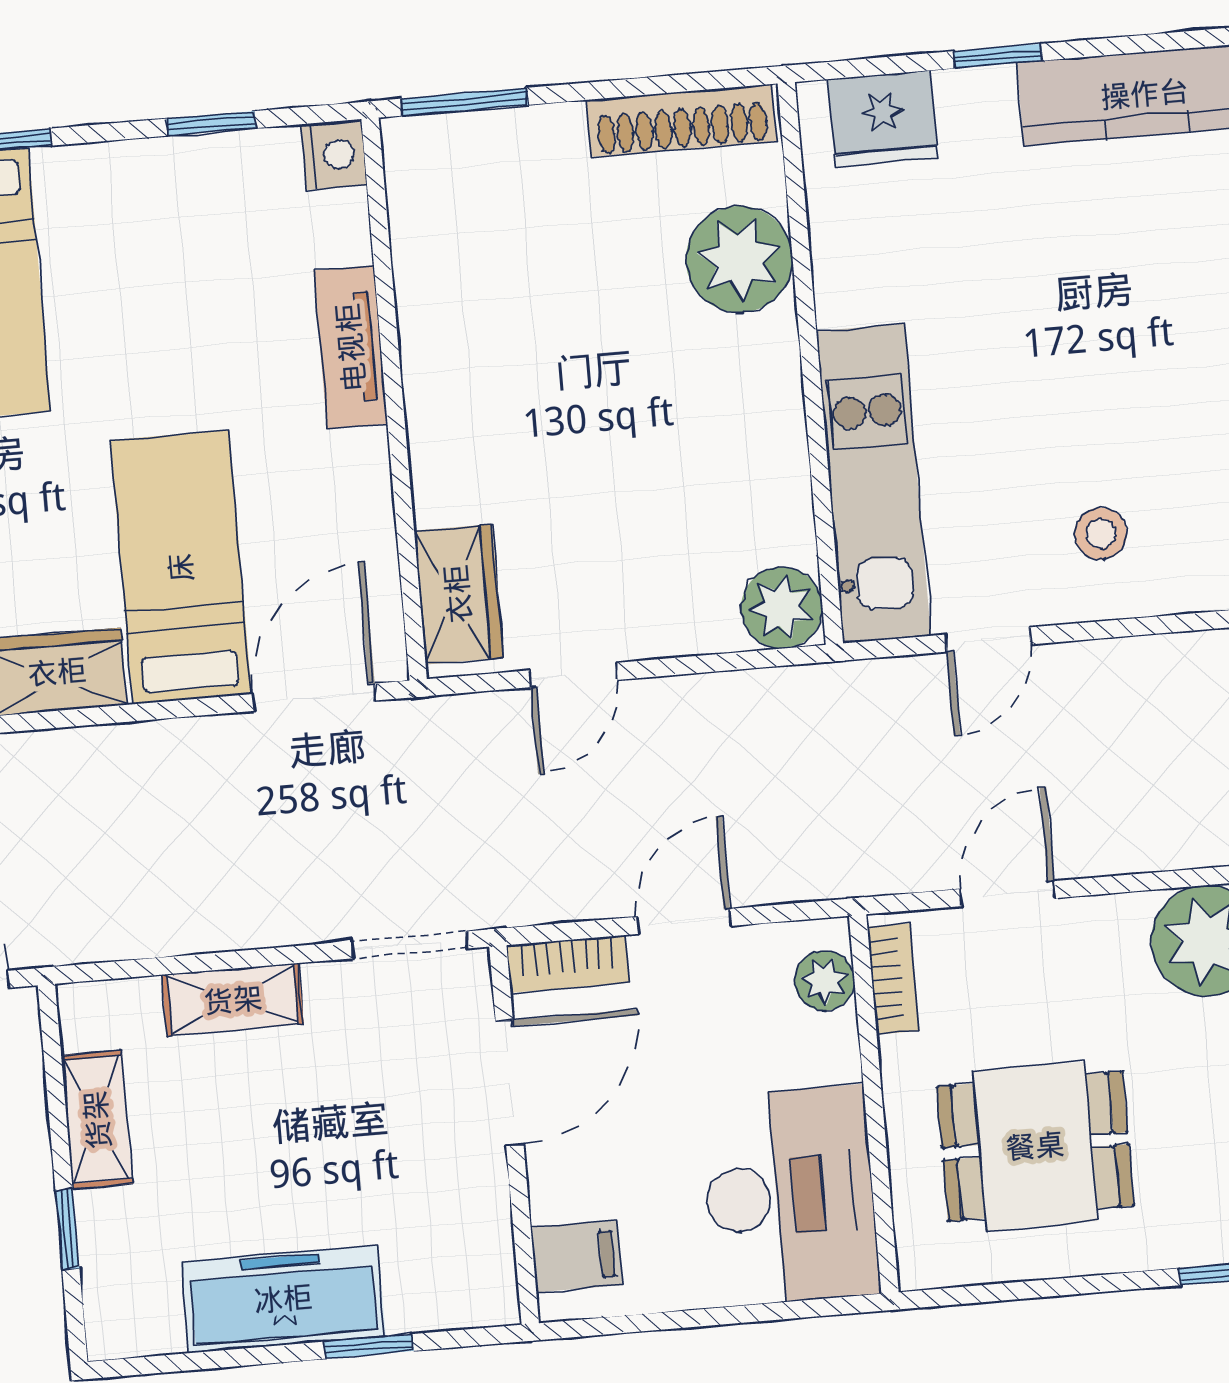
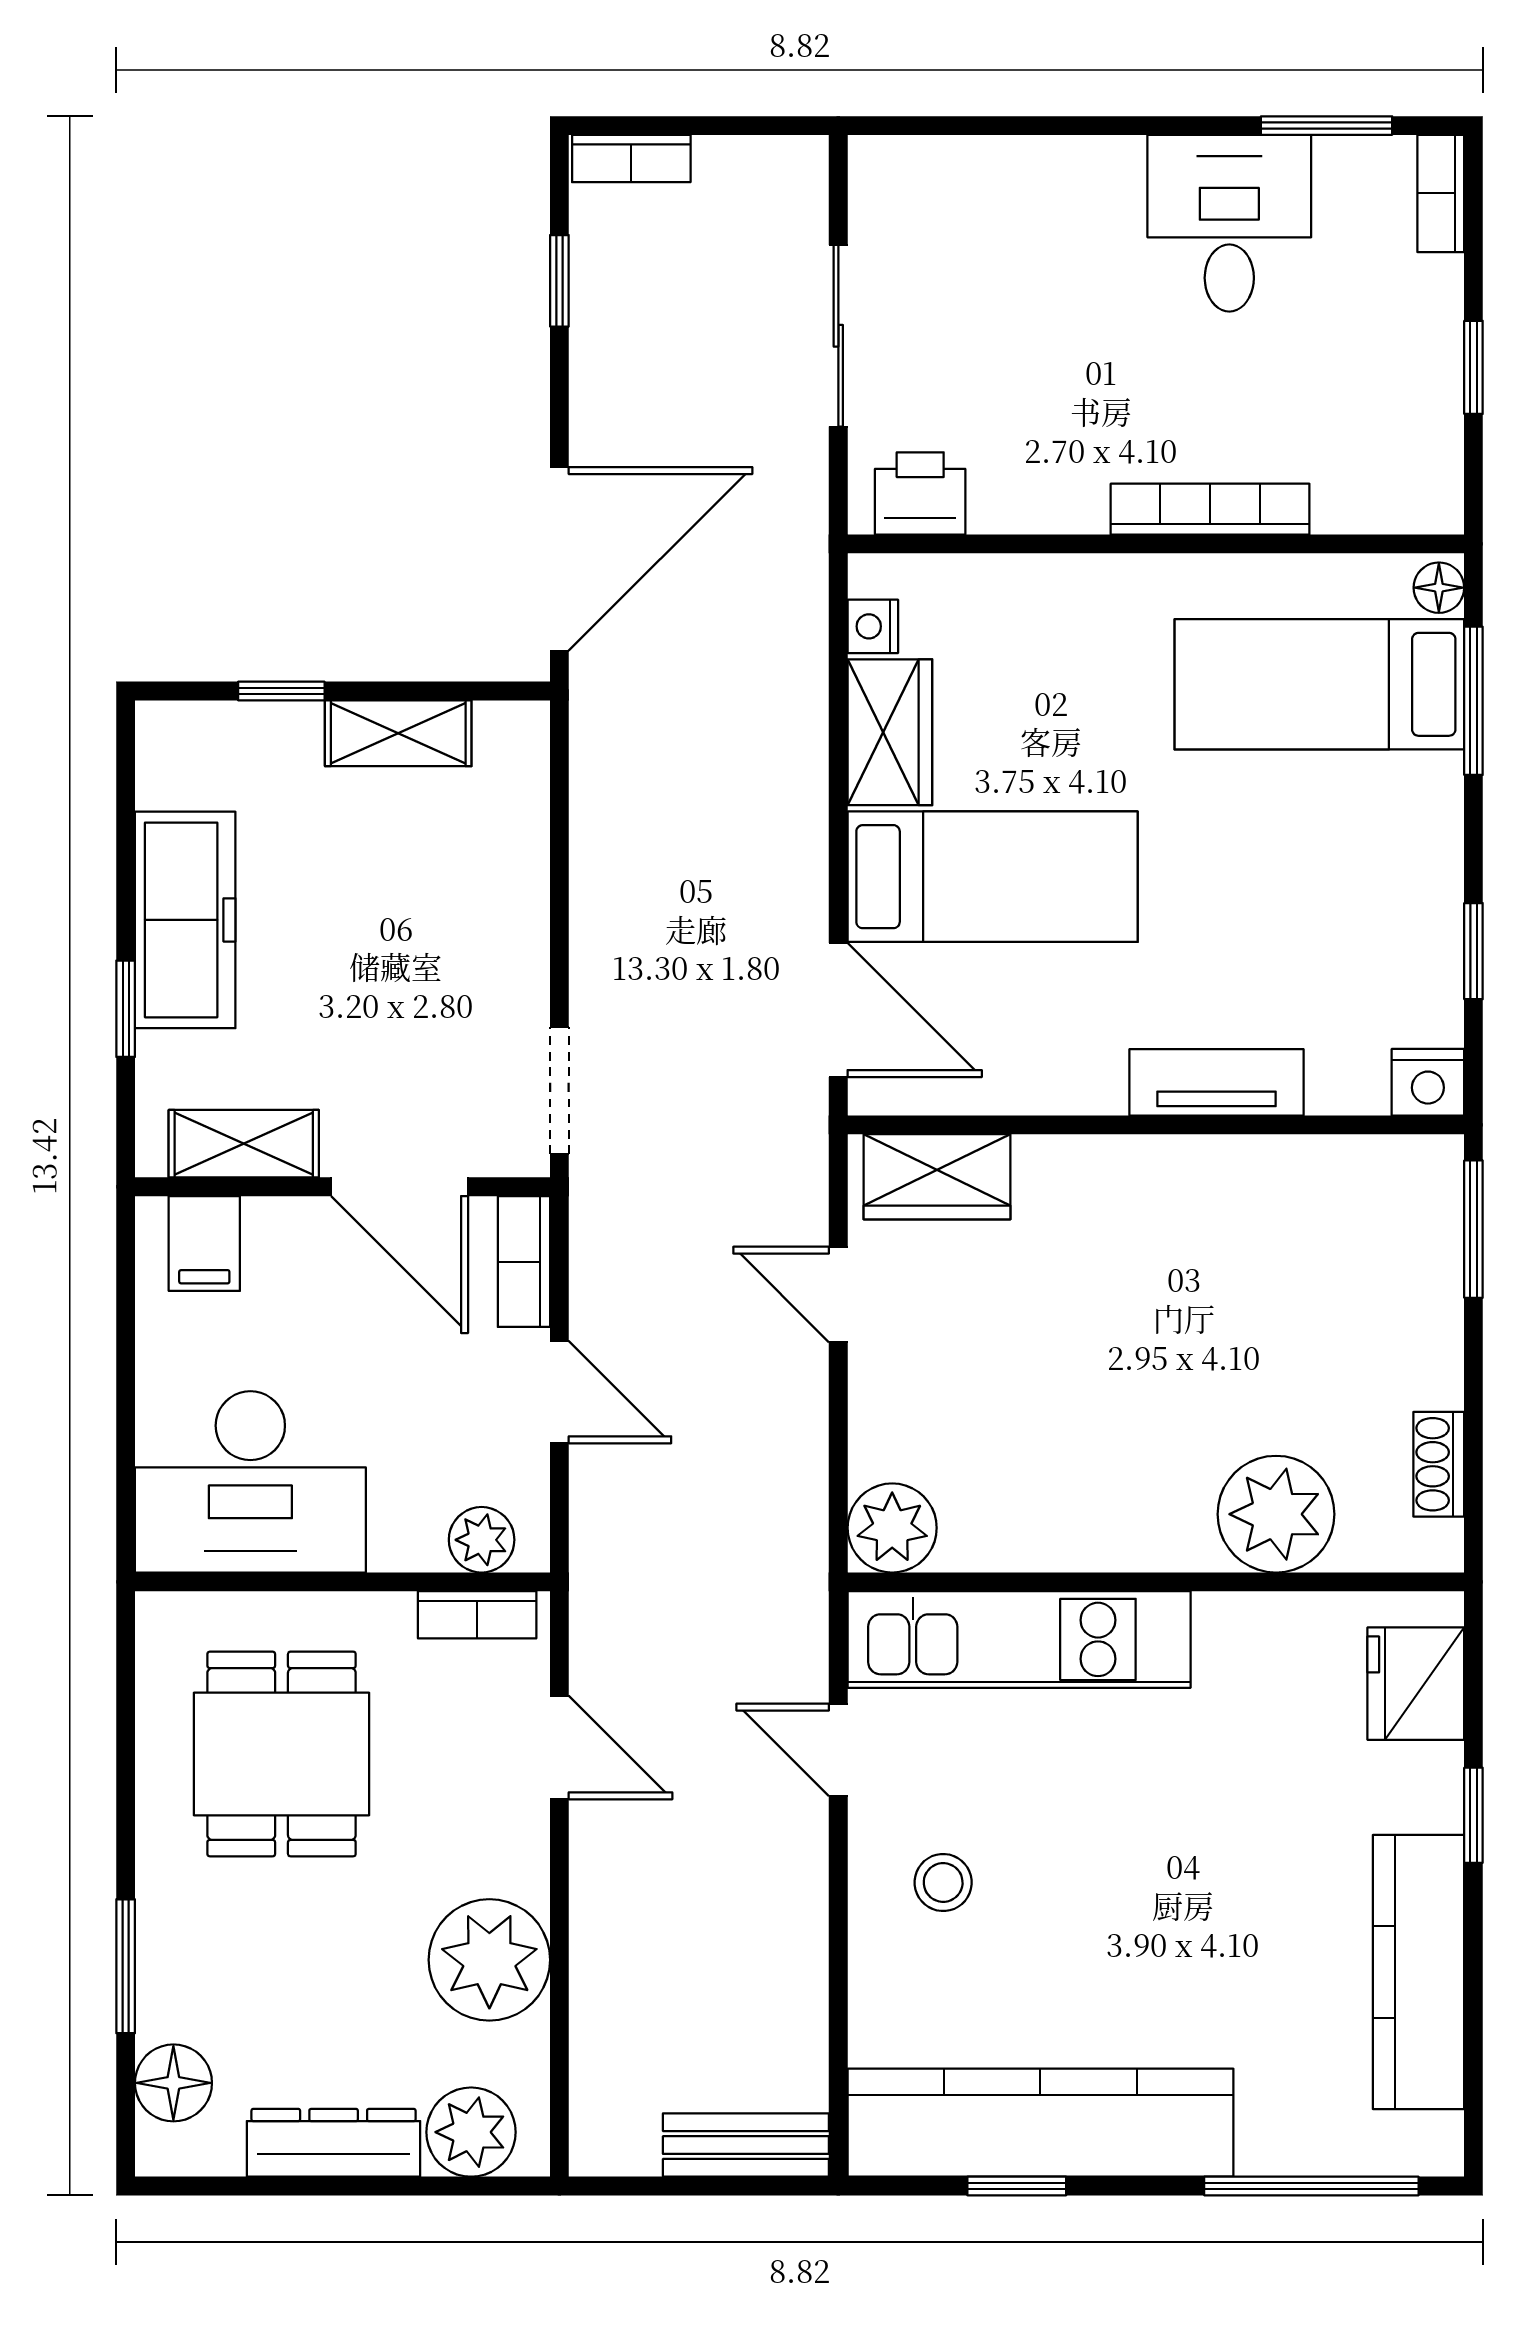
shoe rack: (682, 120) -> (1439, 1464), width x0.51, depth x0.81
shelving: (233, 1000) -> (244, 1144), moved, turned 90

